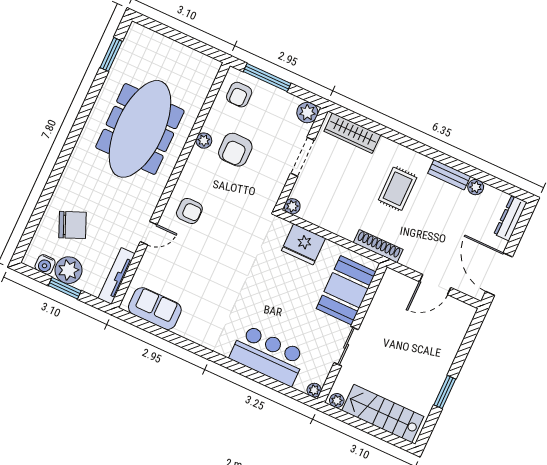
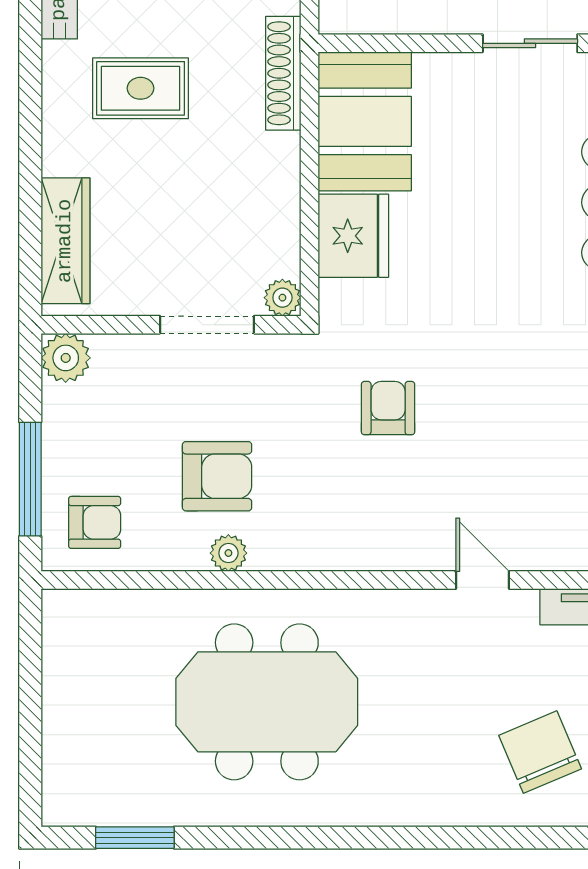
meeting table: (140, 129) -> (267, 702), width x0.73
doorway: (302, 157) -> (207, 325), moved
armchair: (189, 211) -> (388, 408), moved
booth: (346, 290) -> (365, 121), moved, turned 90

